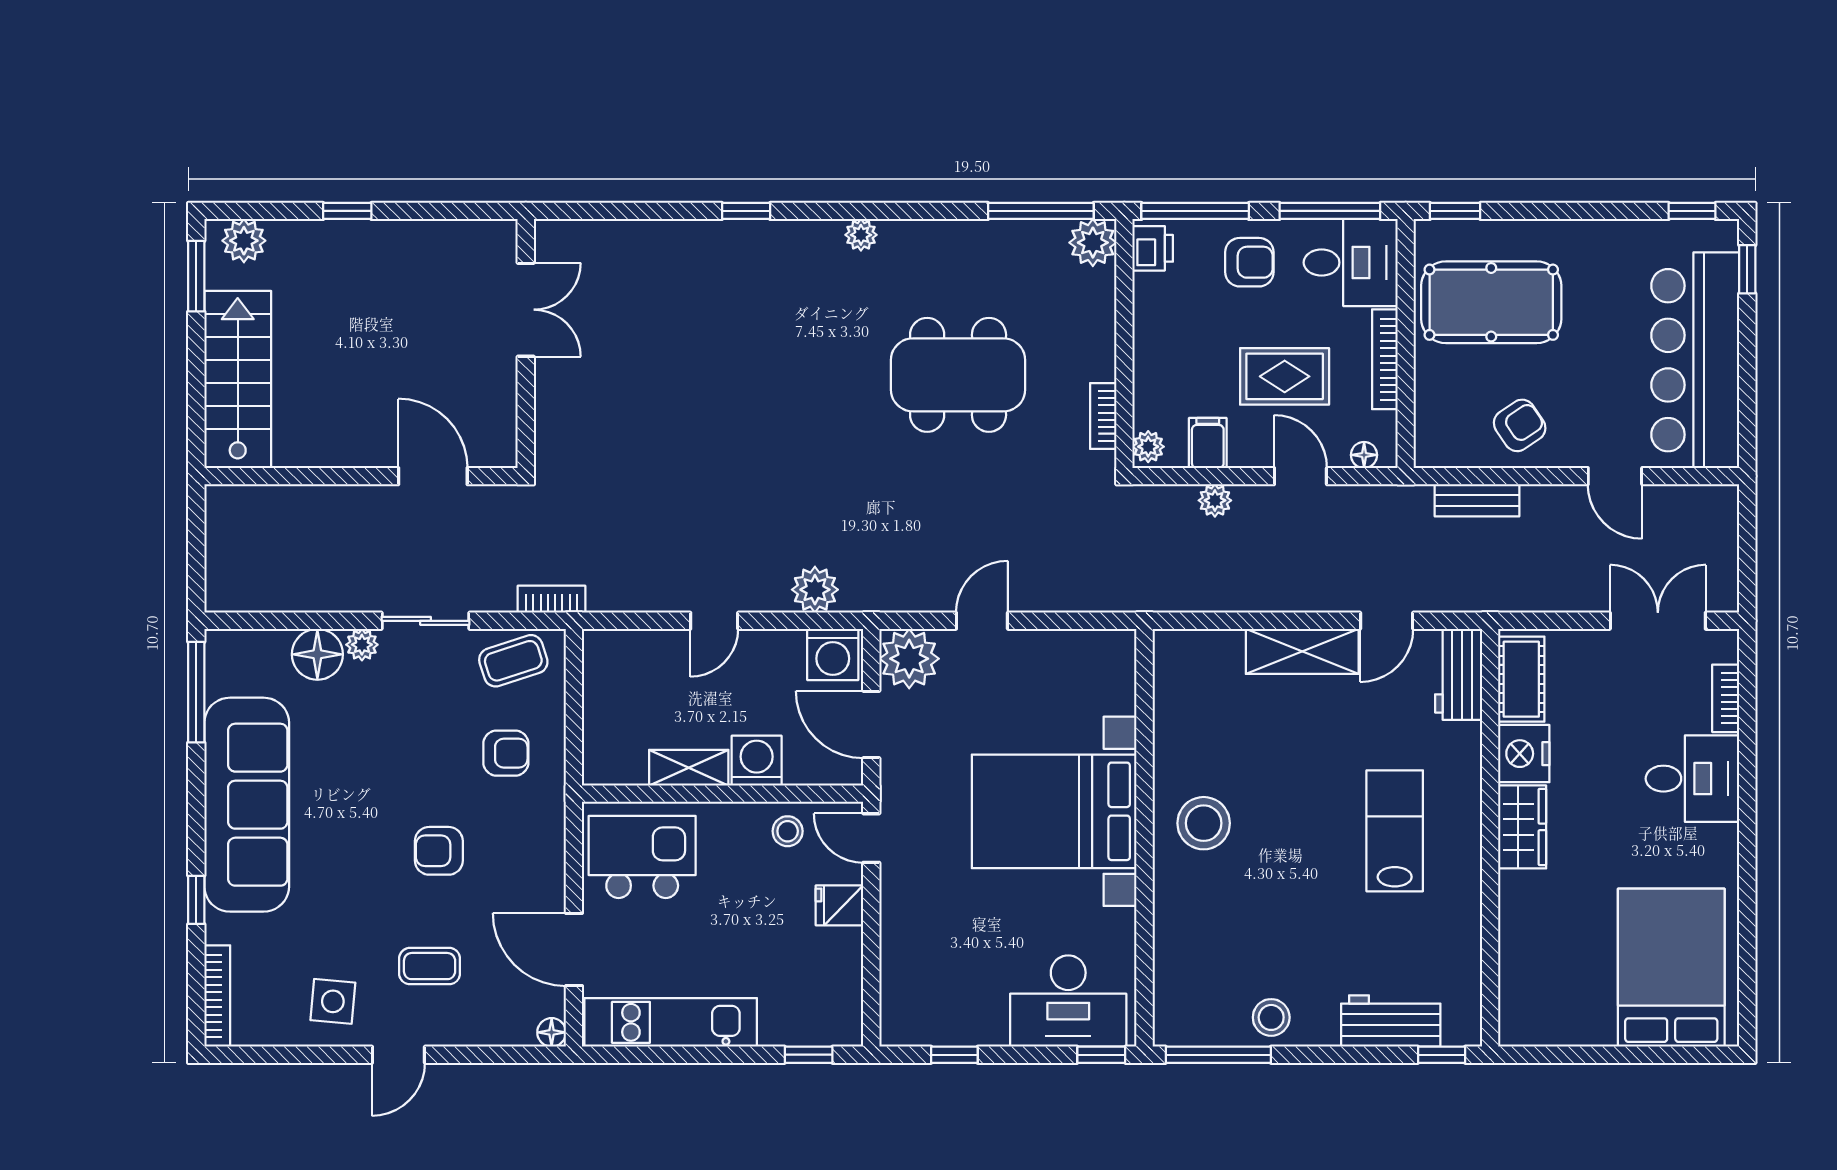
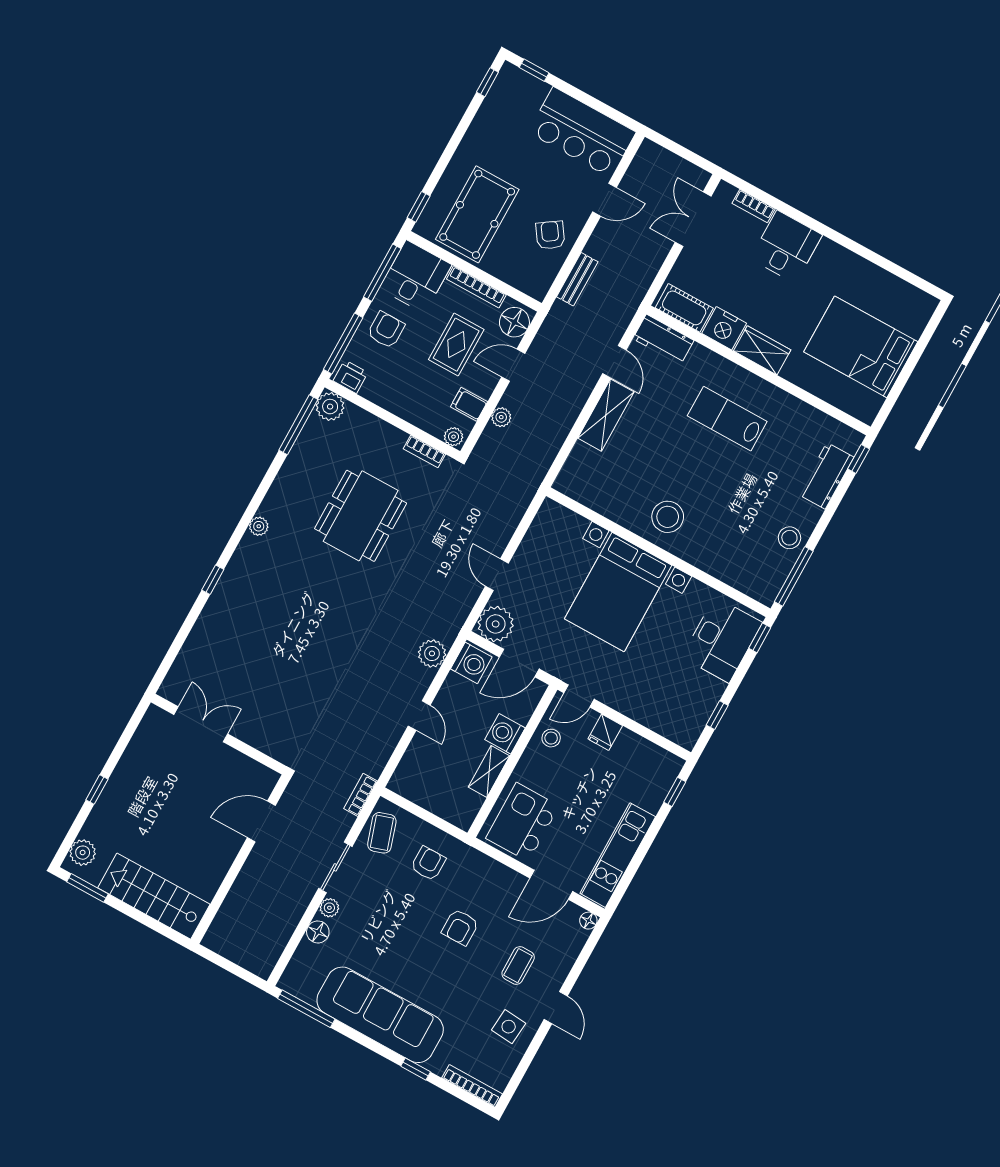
bar counter: (1695, 360) -> (582, 132), width x0.73
floor lamp: (1364, 455) -> (514, 322), width x1.89, depth x1.89
floor lamp: (317, 654) -> (318, 932), width x0.73, depth x0.73
bed: (1671, 968) -> (861, 347), moved

